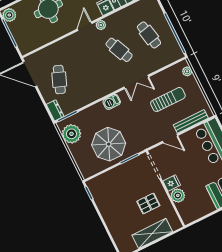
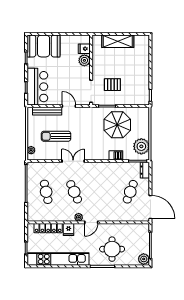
barbecue: (112, 102) -> (116, 155), moved
fridge: (172, 183) -> (84, 49), moved
pallet: (148, 203) -> (112, 85), moved

